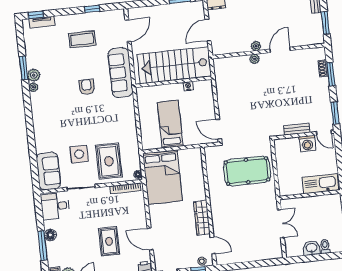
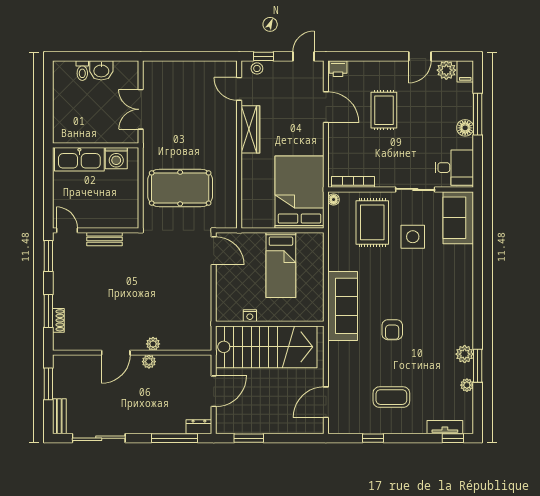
sofa: (121, 73) -> (343, 306), moved
plant: (33, 87) -> (467, 385), moved
washing machine: (307, 144) -> (116, 158), moved, turned 180

